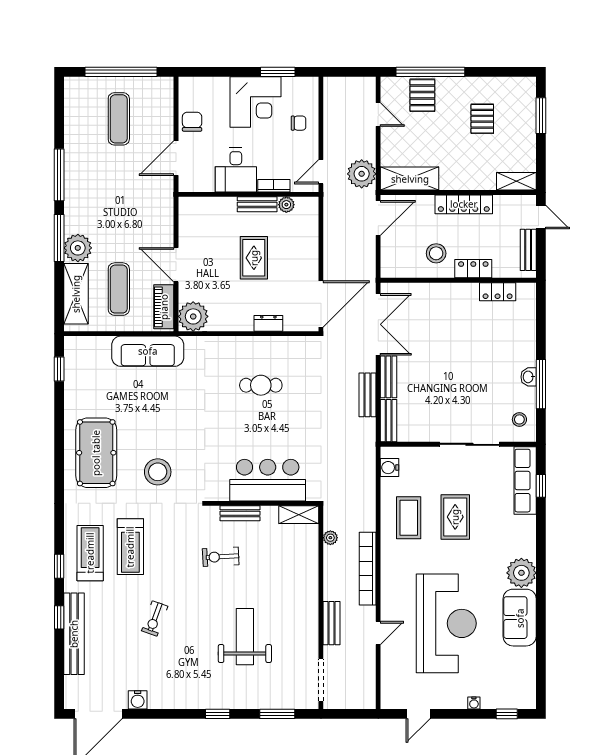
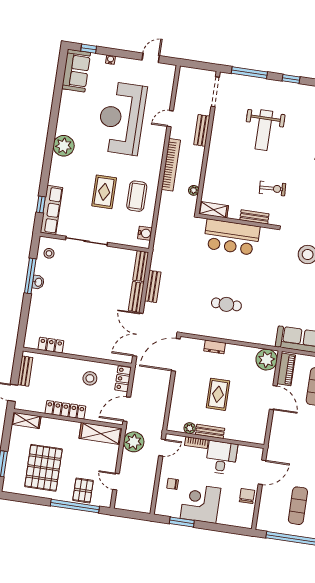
pallet: (482, 119) -> (43, 468), width x2.05, depth x2.00
chair: (192, 122) -> (247, 496), turned 180
locker: (473, 269) -> (123, 379), moved, turned 90
sofa: (520, 618) -> (76, 71), moved
window: (277, 714) -> (249, 73), width x1.44

